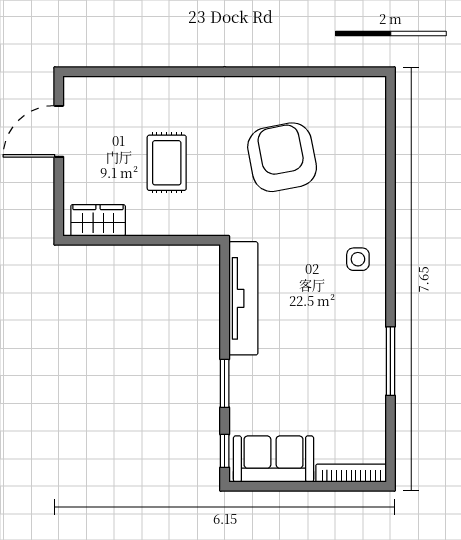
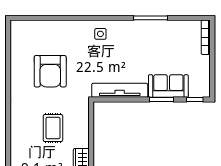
armchair: (282, 157) -> (50, 71), turned -79
rug: (167, 163) -> (53, 128), turned 90
sofa: (273, 459) -> (168, 86), moved, turned 90

